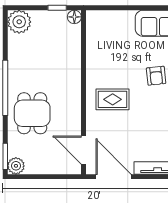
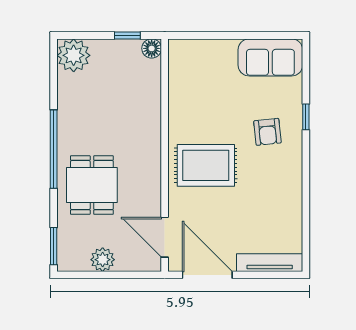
rug: (113, 99) -> (206, 165), width x1.36, depth x1.43
plant: (16, 166) -> (103, 260), moved

